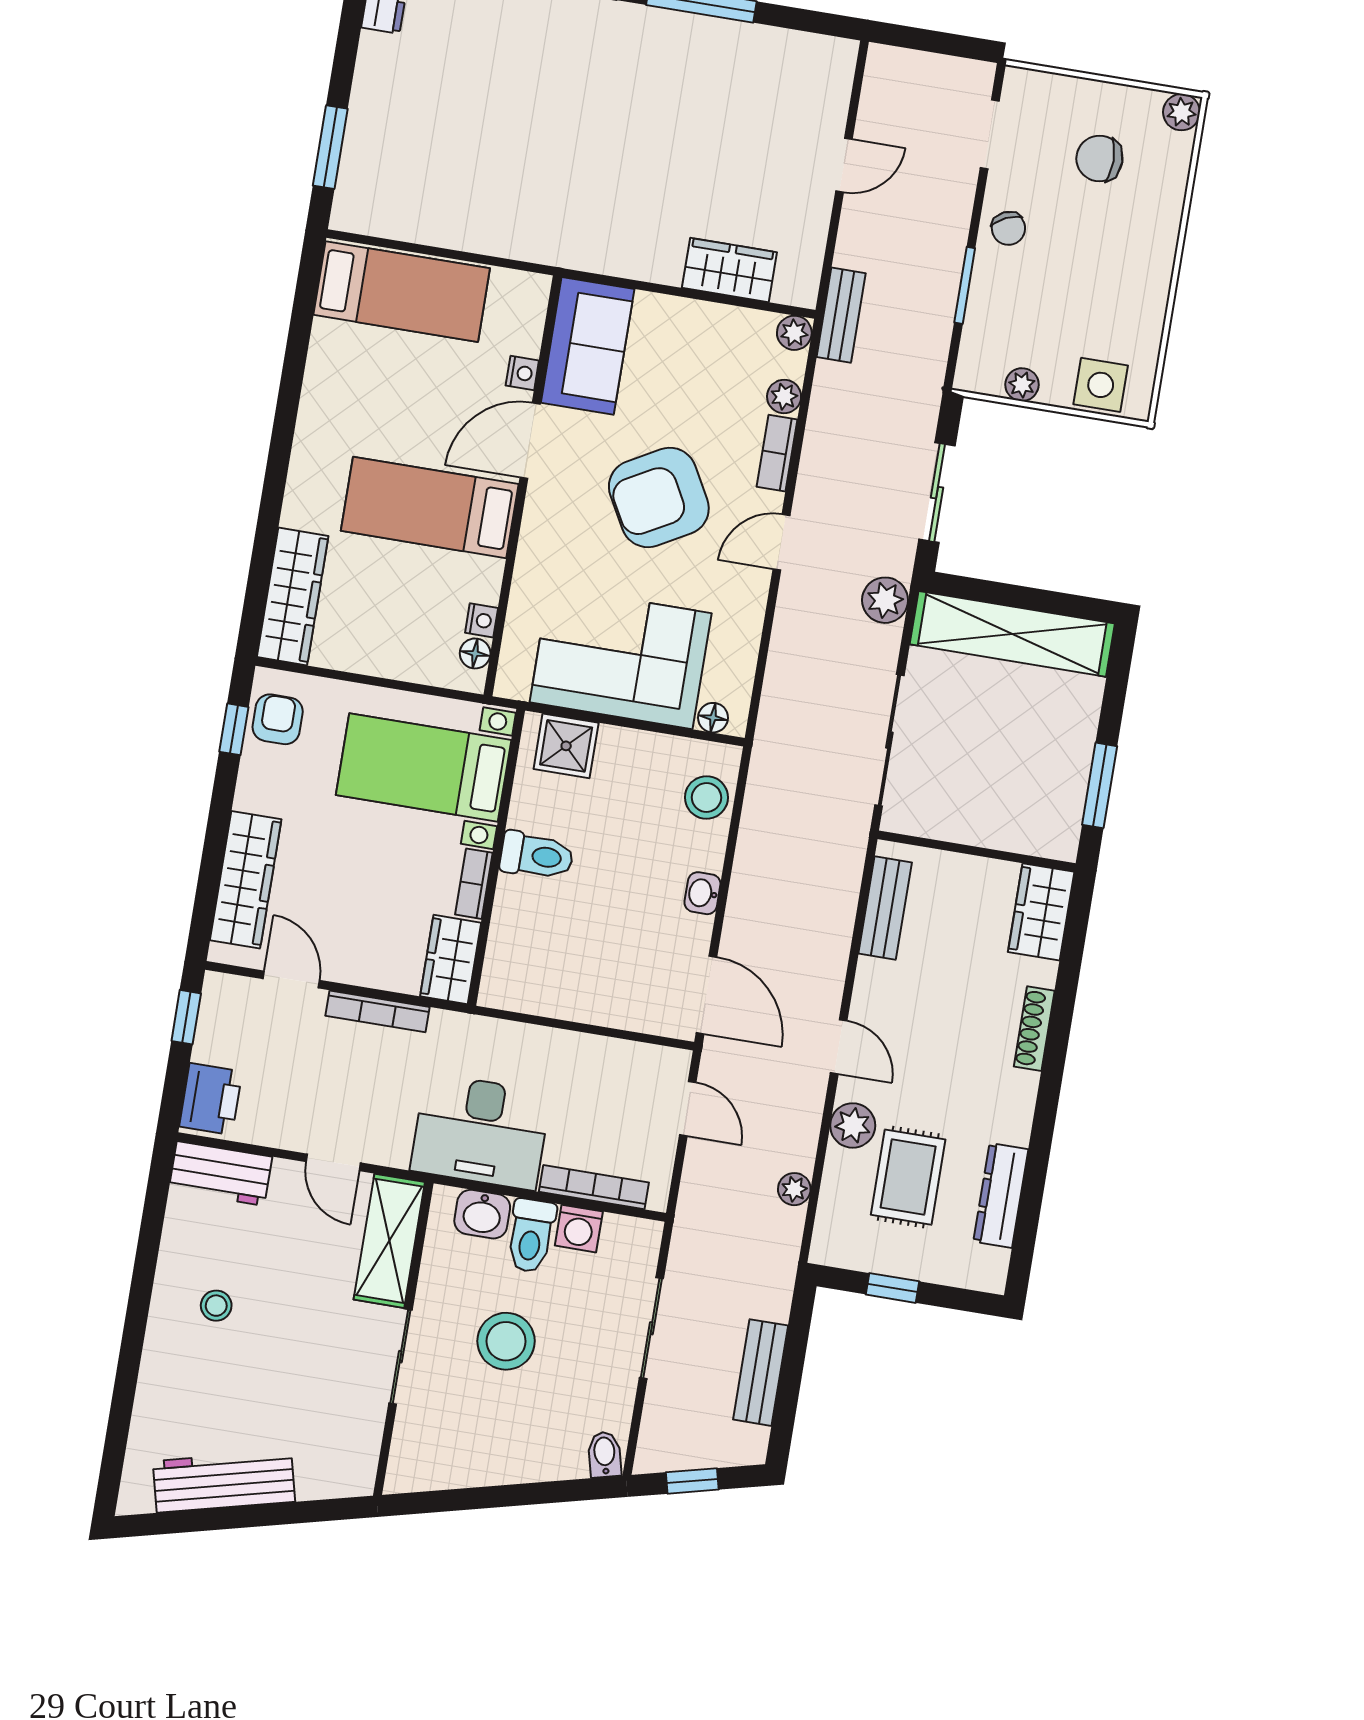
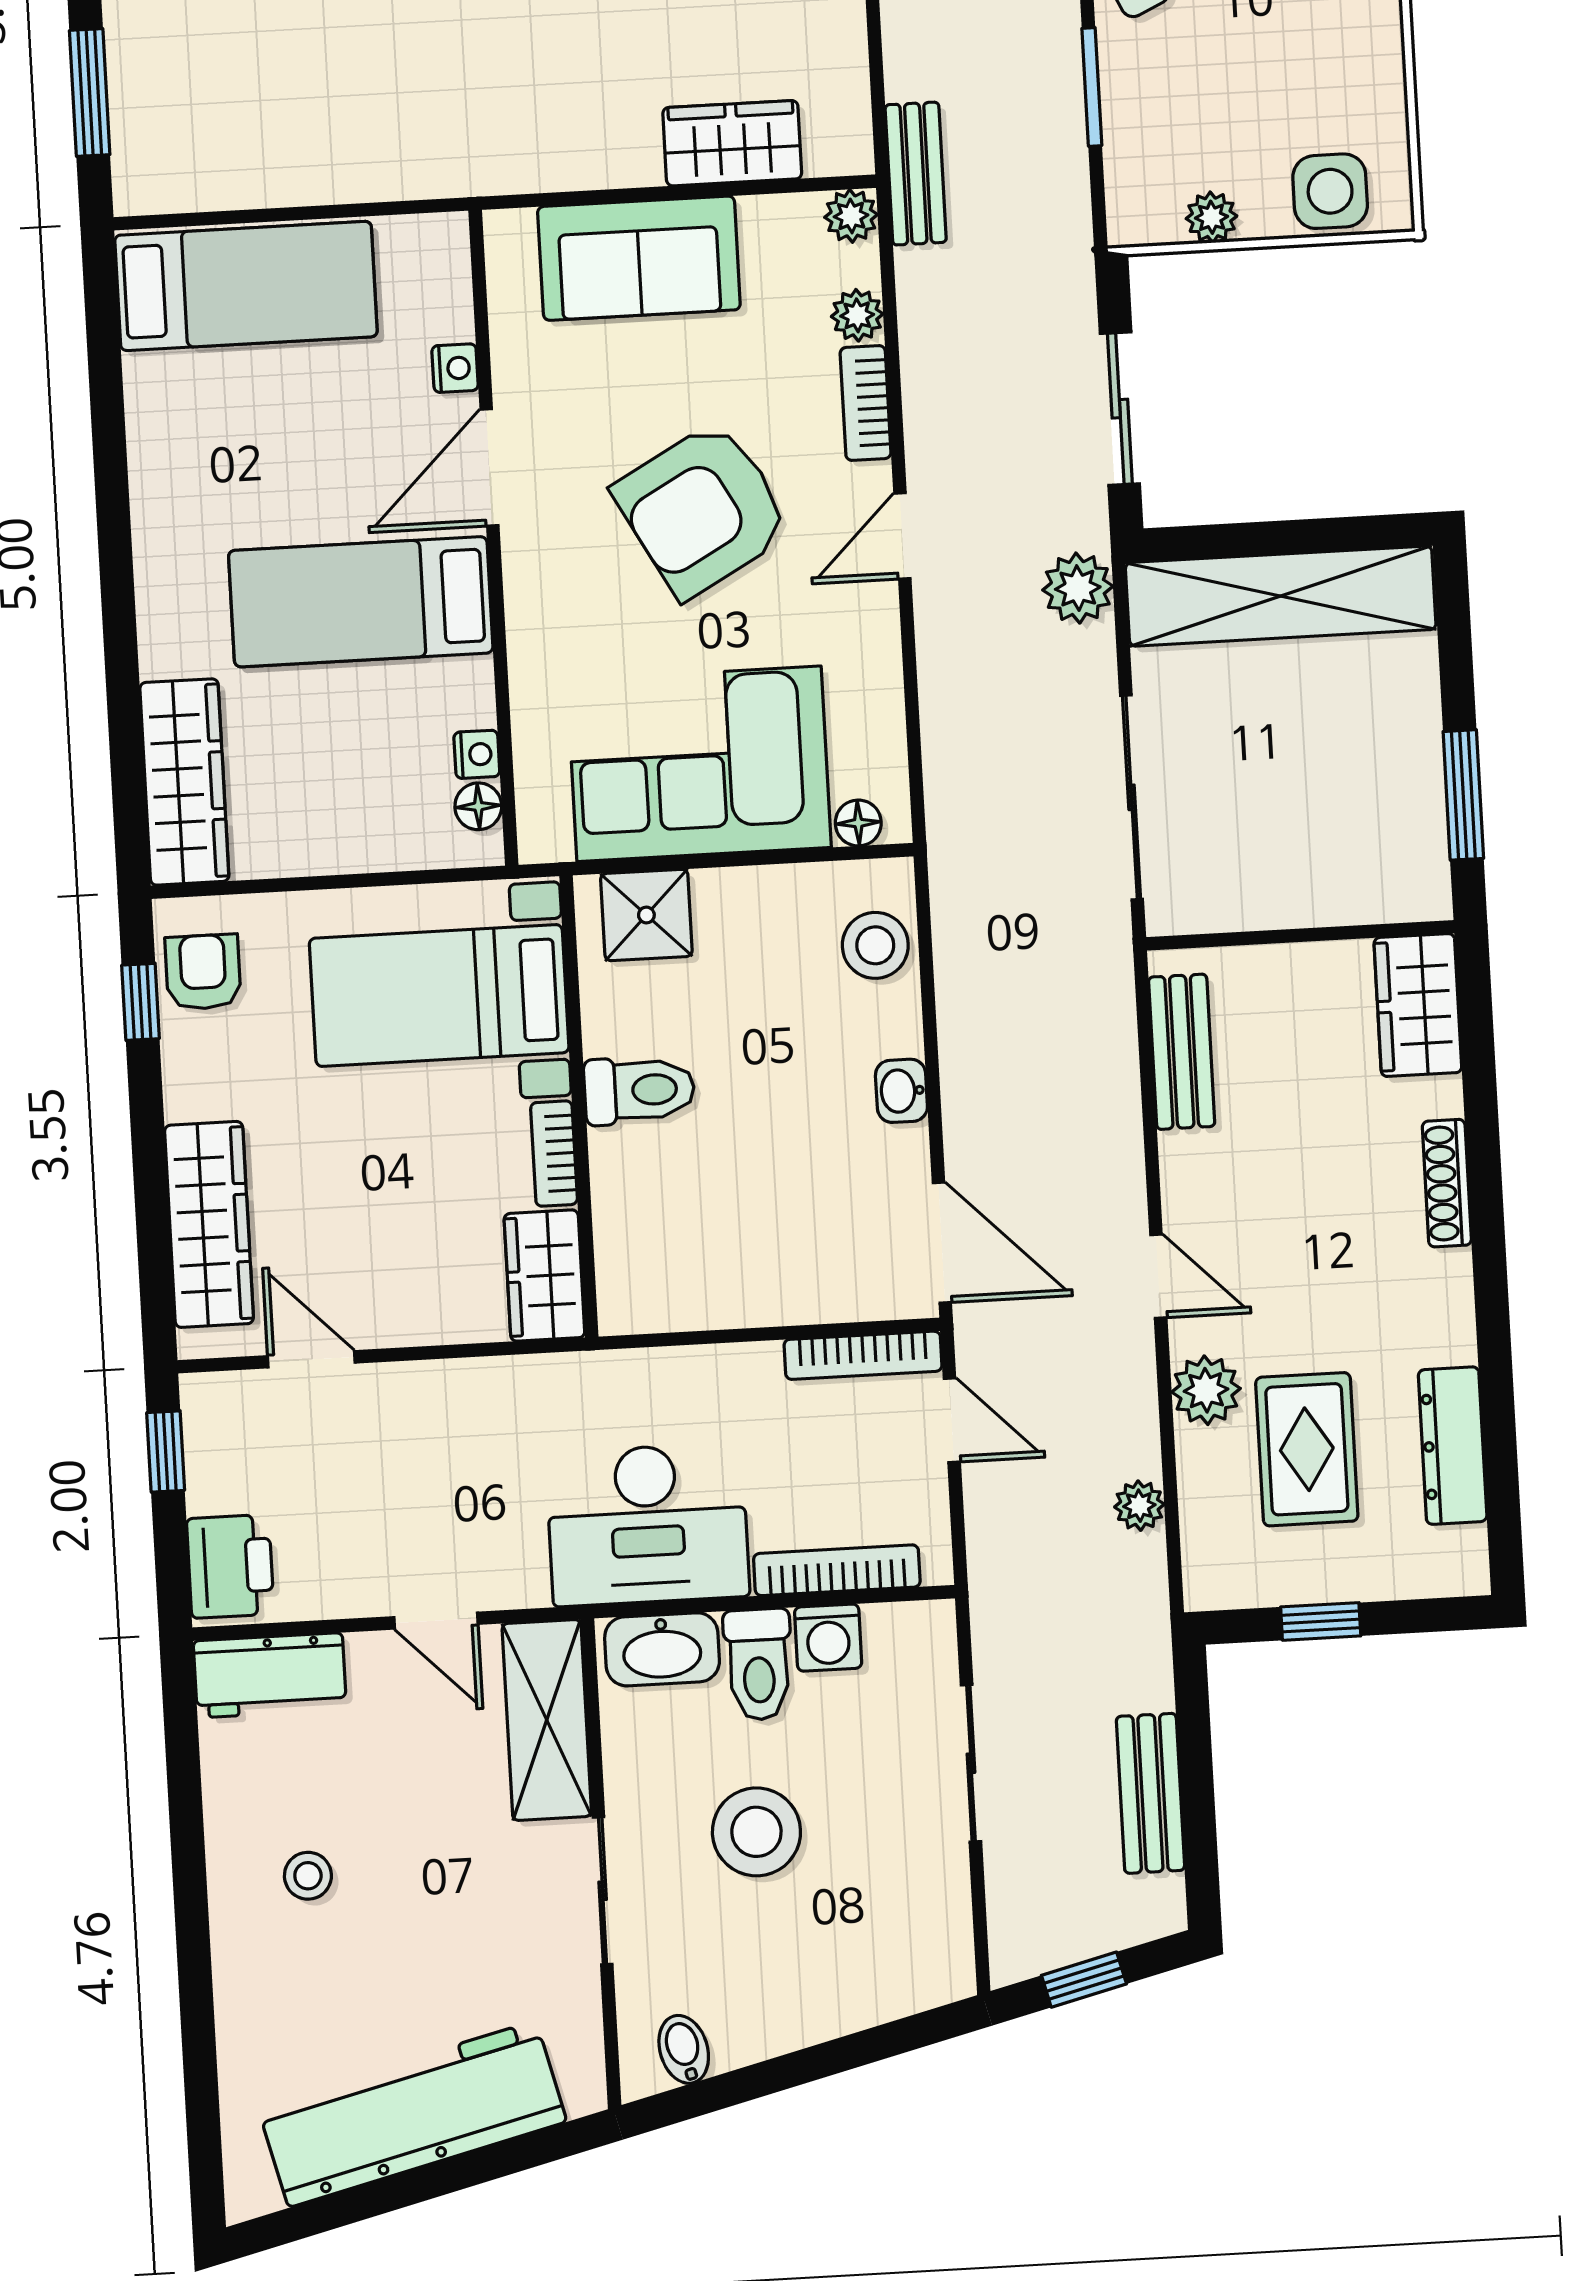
sofa: (588, 346) -> (639, 258), moved, turned 90
bookcase: (378, 1011) -> (863, 1355), moved
washbasin: (482, 1214) -> (662, 1649), width x1.38
bidet: (605, 1454) -> (684, 2049), moved
workbench: (224, 1481) -> (412, 2114), width x1.36, depth x1.32

